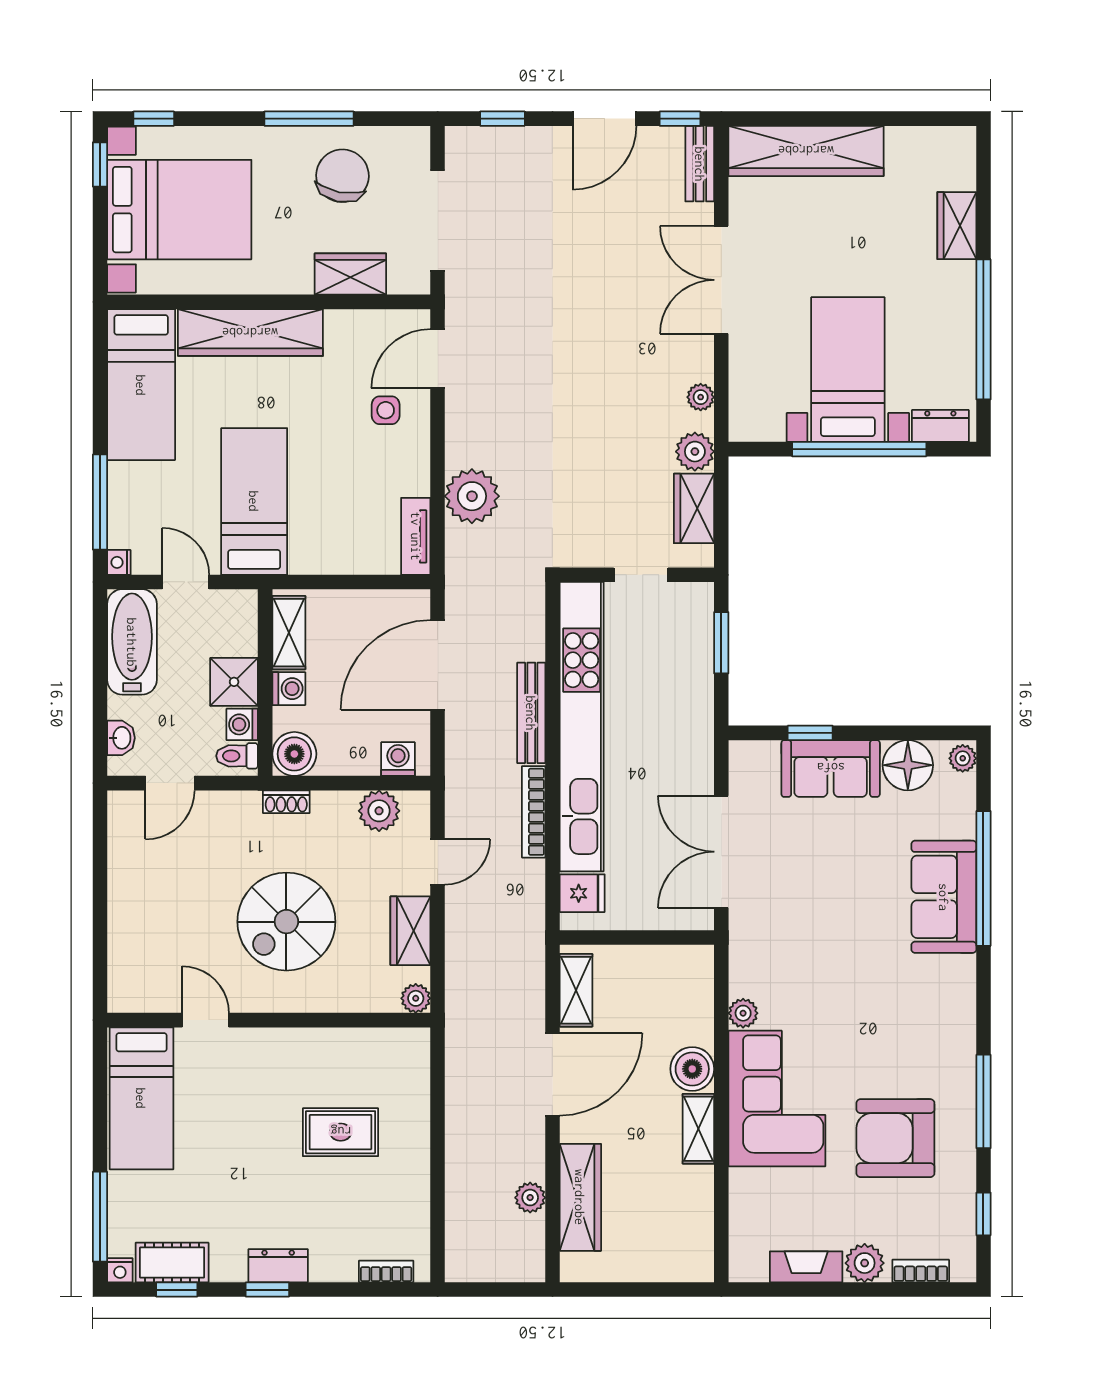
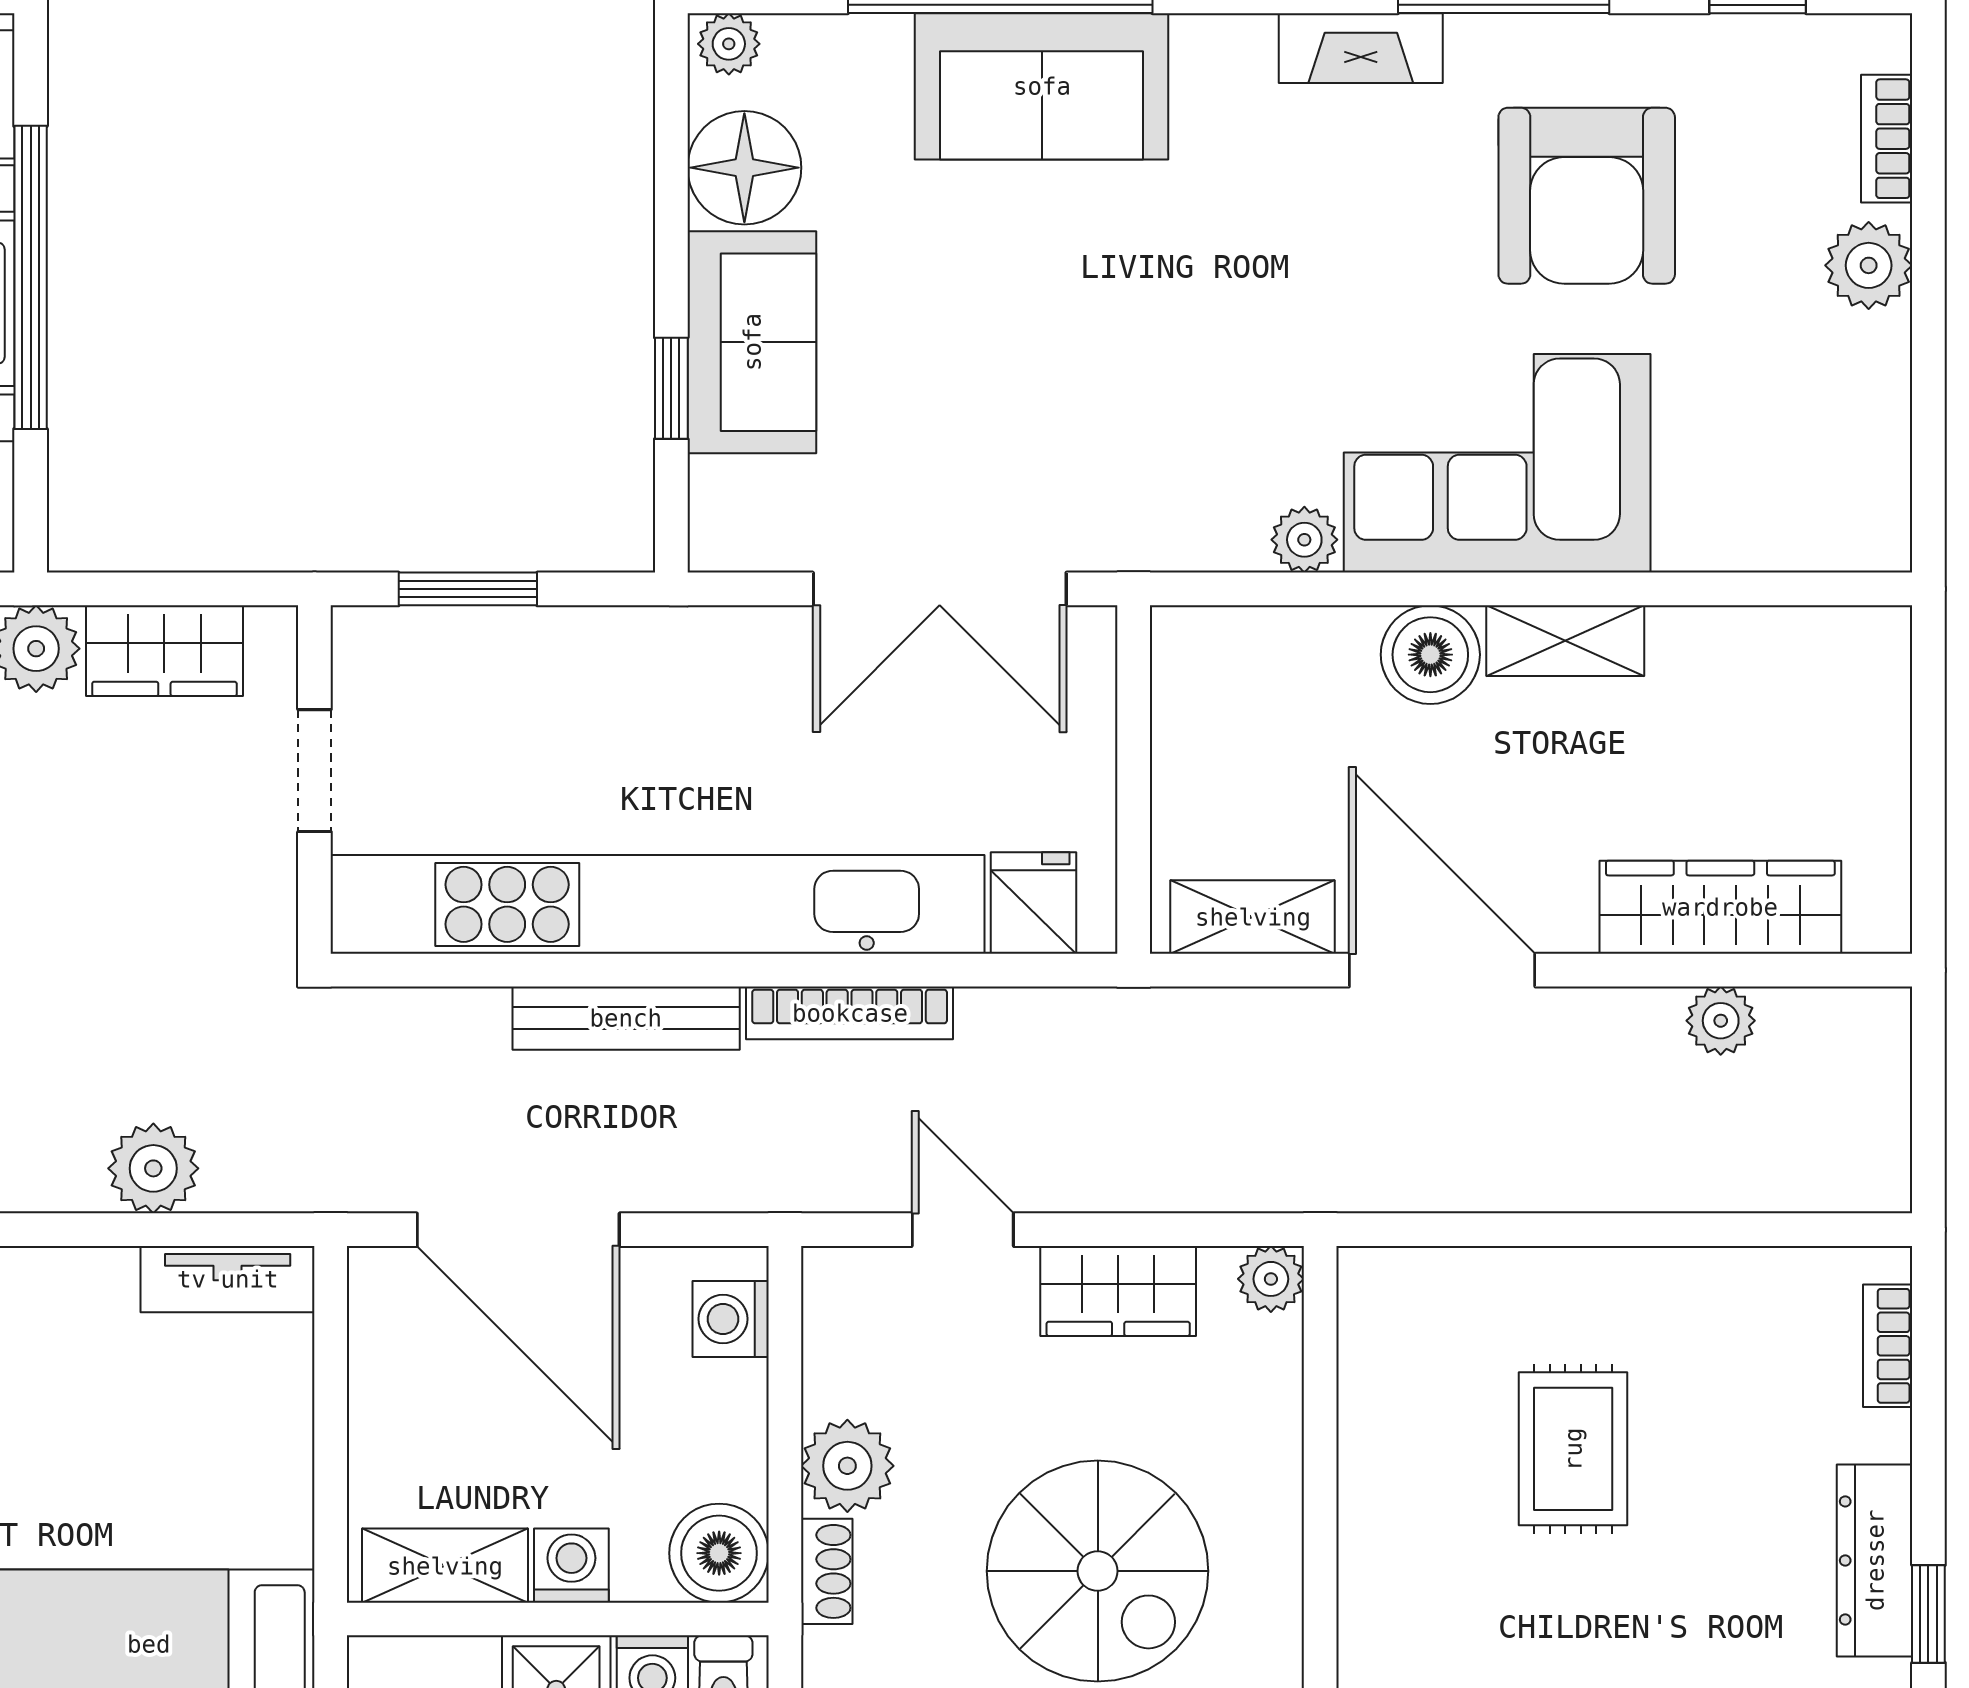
plant: (472, 496) -> (153, 1168), width x0.73, depth x0.73
plant: (379, 811) -> (847, 1466), moved
dresser: (278, 1266) -> (1875, 1560), width x1.44
fireplace: (806, 1267) -> (1361, 48), moved, turned -90

